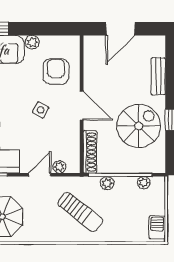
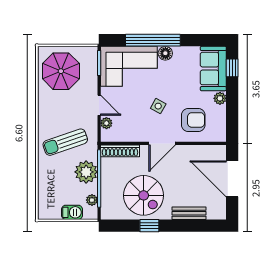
door: (120, 29) -> (232, 179), width x1.36
plant: (107, 183) -> (86, 172), width x1.88, depth x1.88
sun lounger: (80, 212) -> (65, 142), turned 33
barbecue: (157, 227) -> (72, 212), moved

